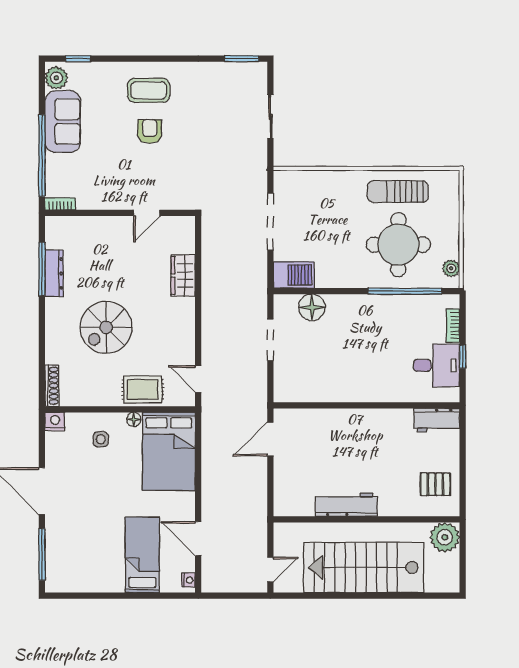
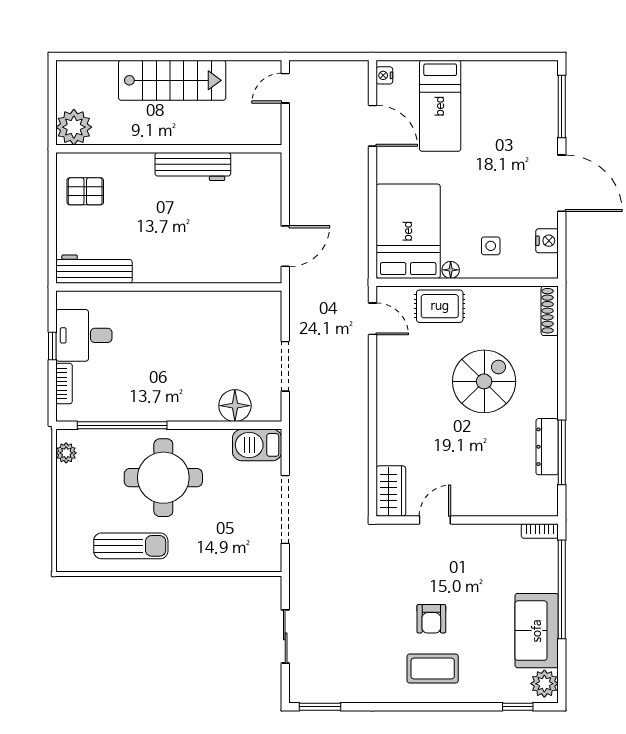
round table: (398, 245) -> (163, 478), moved
wardrobe: (183, 275) -> (391, 491), moved
workbench: (437, 420) -> (94, 269), width x1.38
nightstand: (55, 421) -> (547, 241), moved, turned -90
stairs: (364, 568) -> (172, 80), width x0.73, depth x0.66

